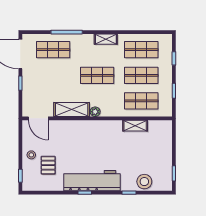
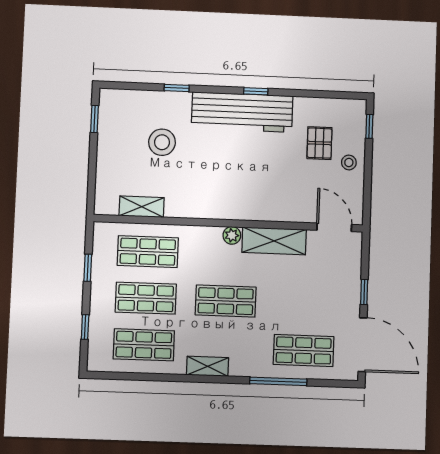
shelving: (135, 126) -> (142, 207), moved
stool: (144, 182) -> (162, 142), moved

